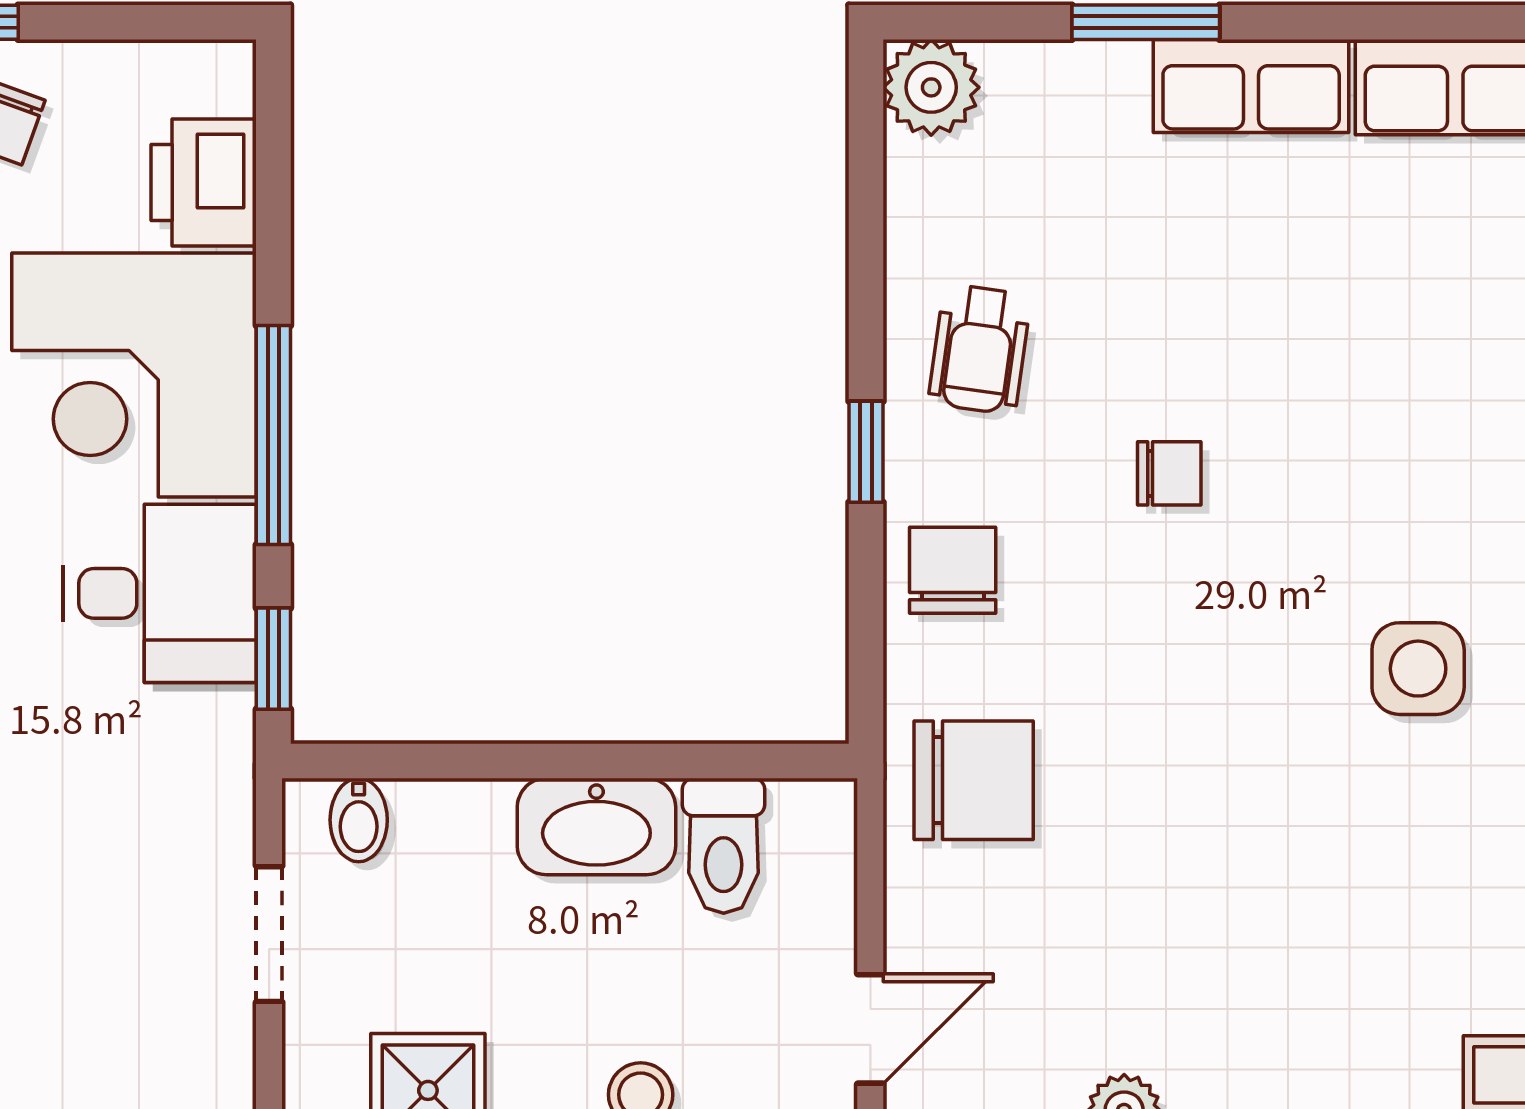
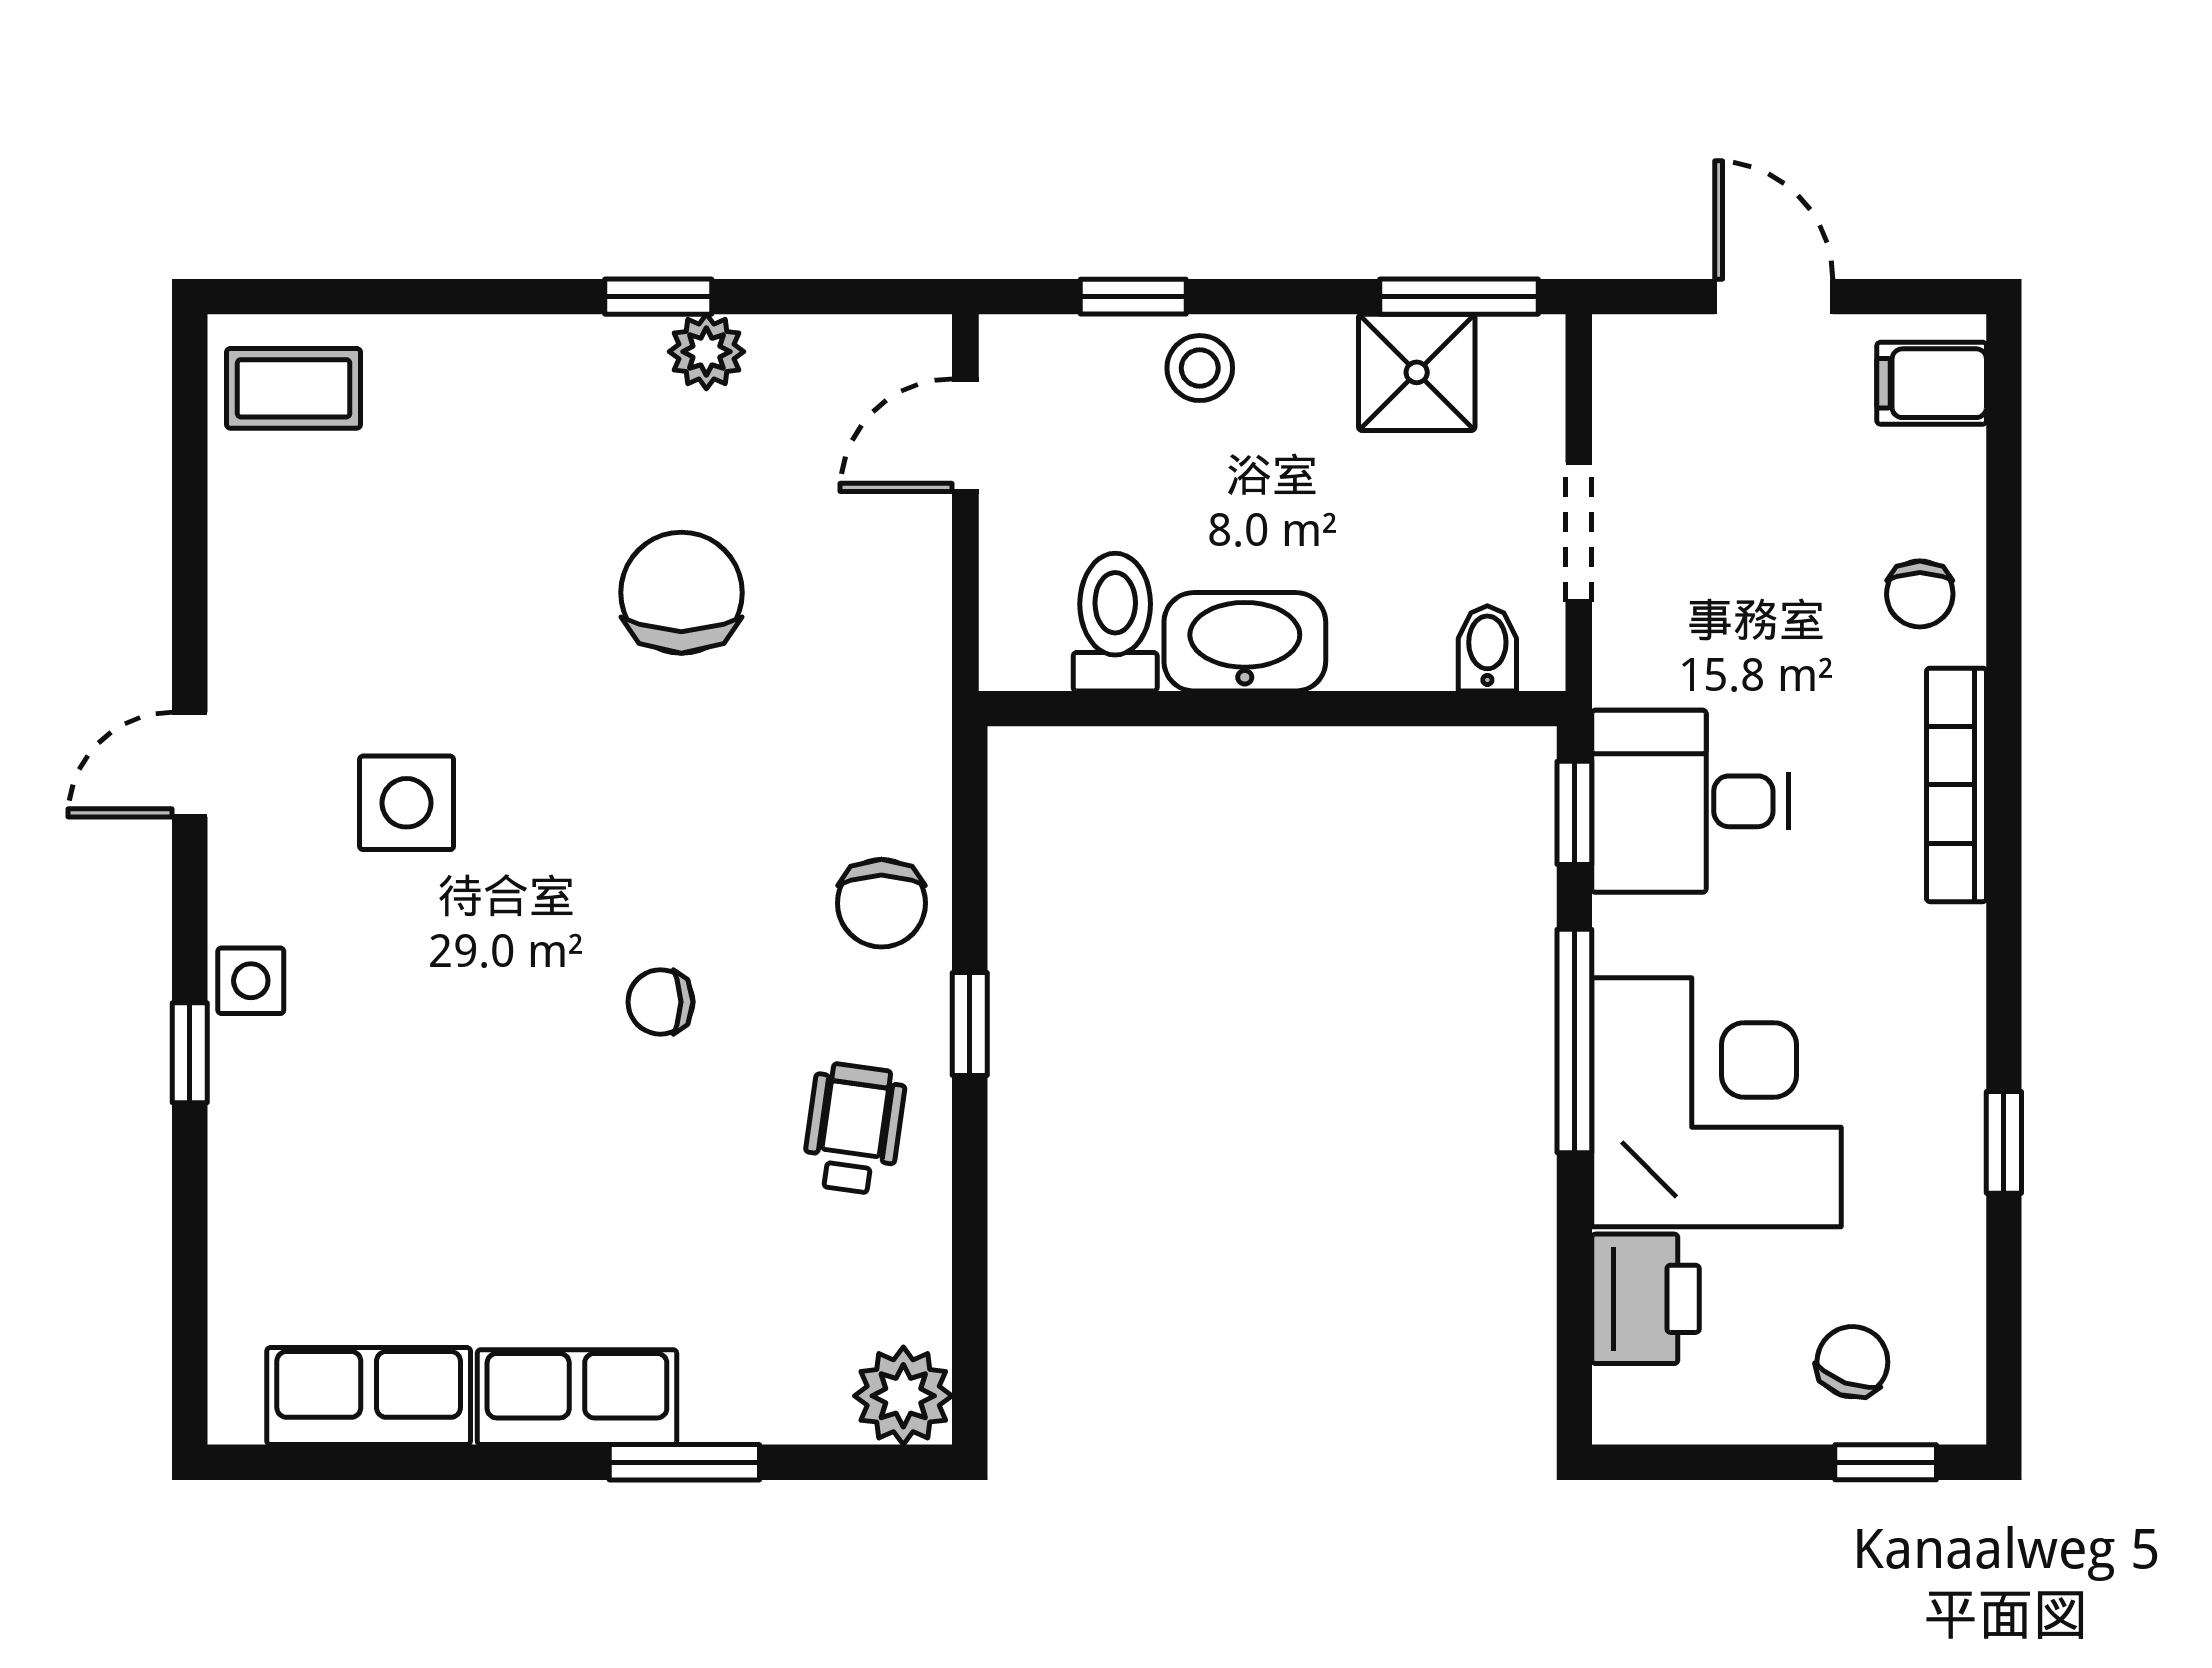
desk: (160, 593) -> (1690, 801), moved
chair: (974, 780) -> (681, 593), moved, turned 90

